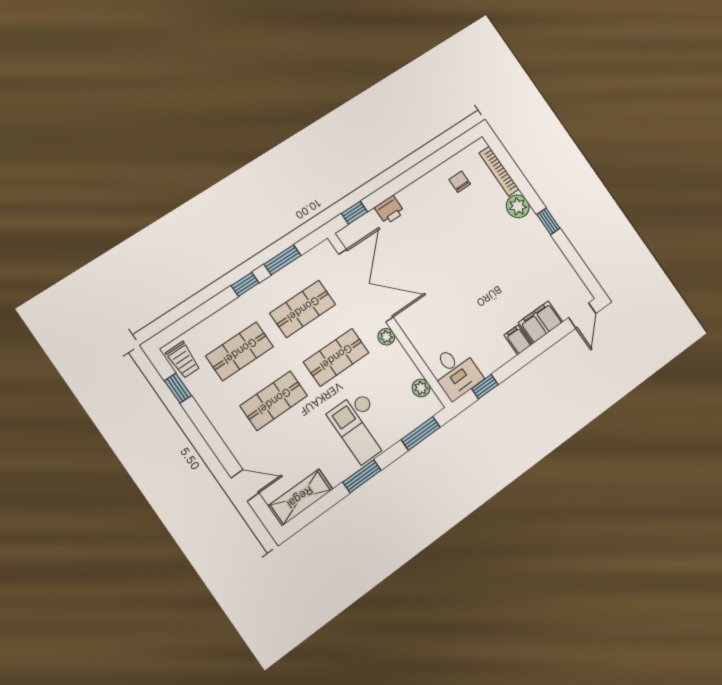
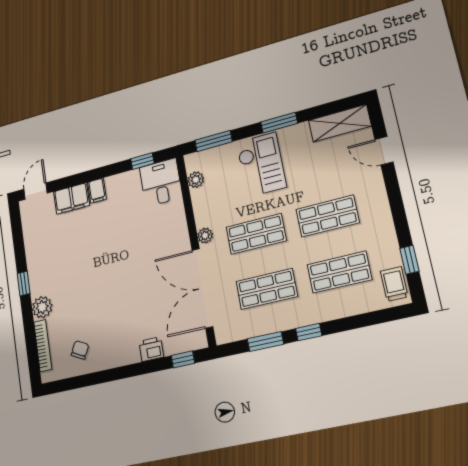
chair: (460, 182) -> (80, 350), turned -153

